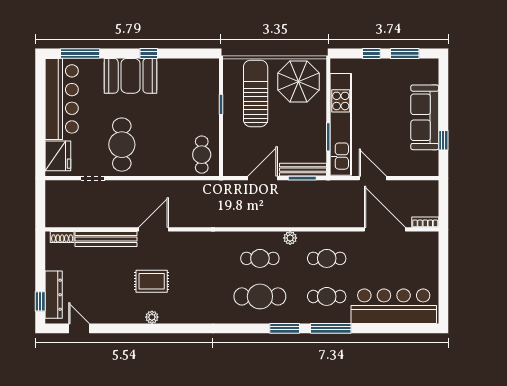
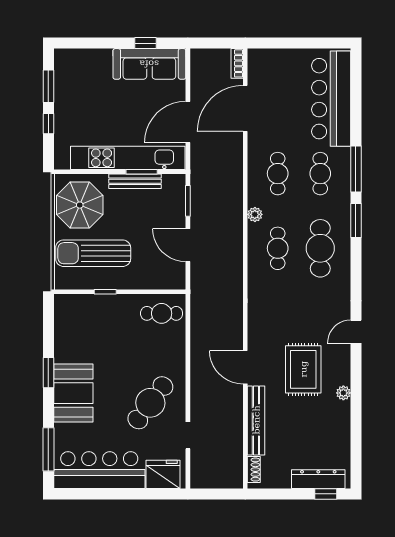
window: (149, 53) -> (48, 373), width x1.50
sofa: (425, 117) -> (149, 64), moved
cafe table: (122, 145) -> (150, 403), turned -53
bench: (303, 170) -> (135, 181), moved, turned 90
door: (373, 178) -> (188, 122), width x1.36
rug: (152, 281) -> (303, 369), width x1.36, depth x1.43
plant: (152, 317) -> (343, 393), moved
door: (79, 328) -> (356, 332), moved

